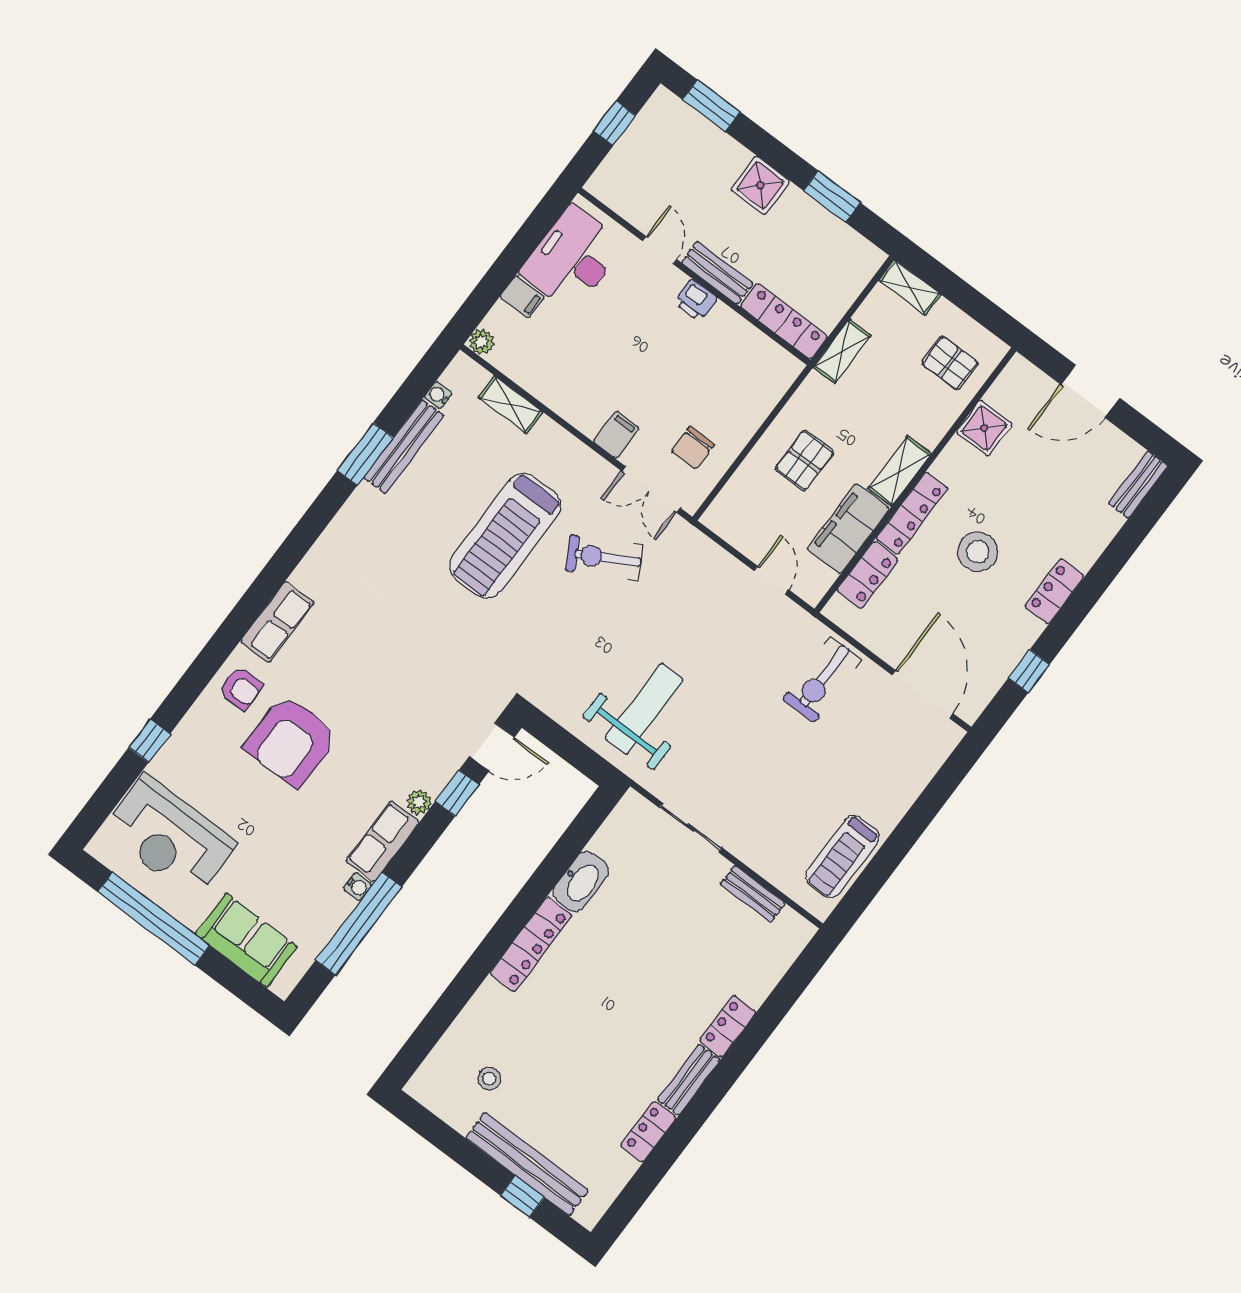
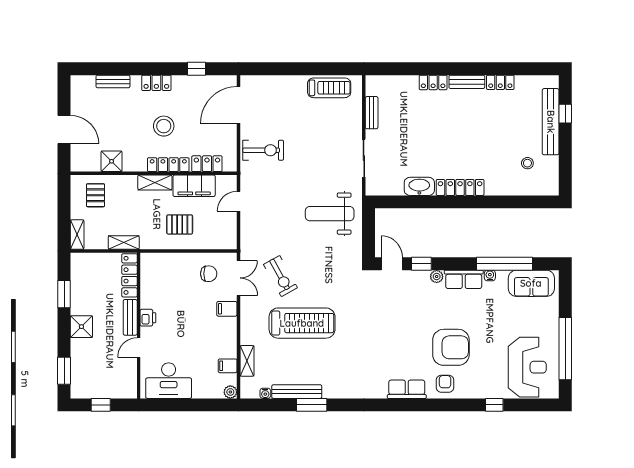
filing cabinet: (522, 297) -> (228, 366), moved, turned -90
bench: (1138, 484) -> (113, 81), moved
sofa: (246, 940) -> (531, 283), moved, turned -90

